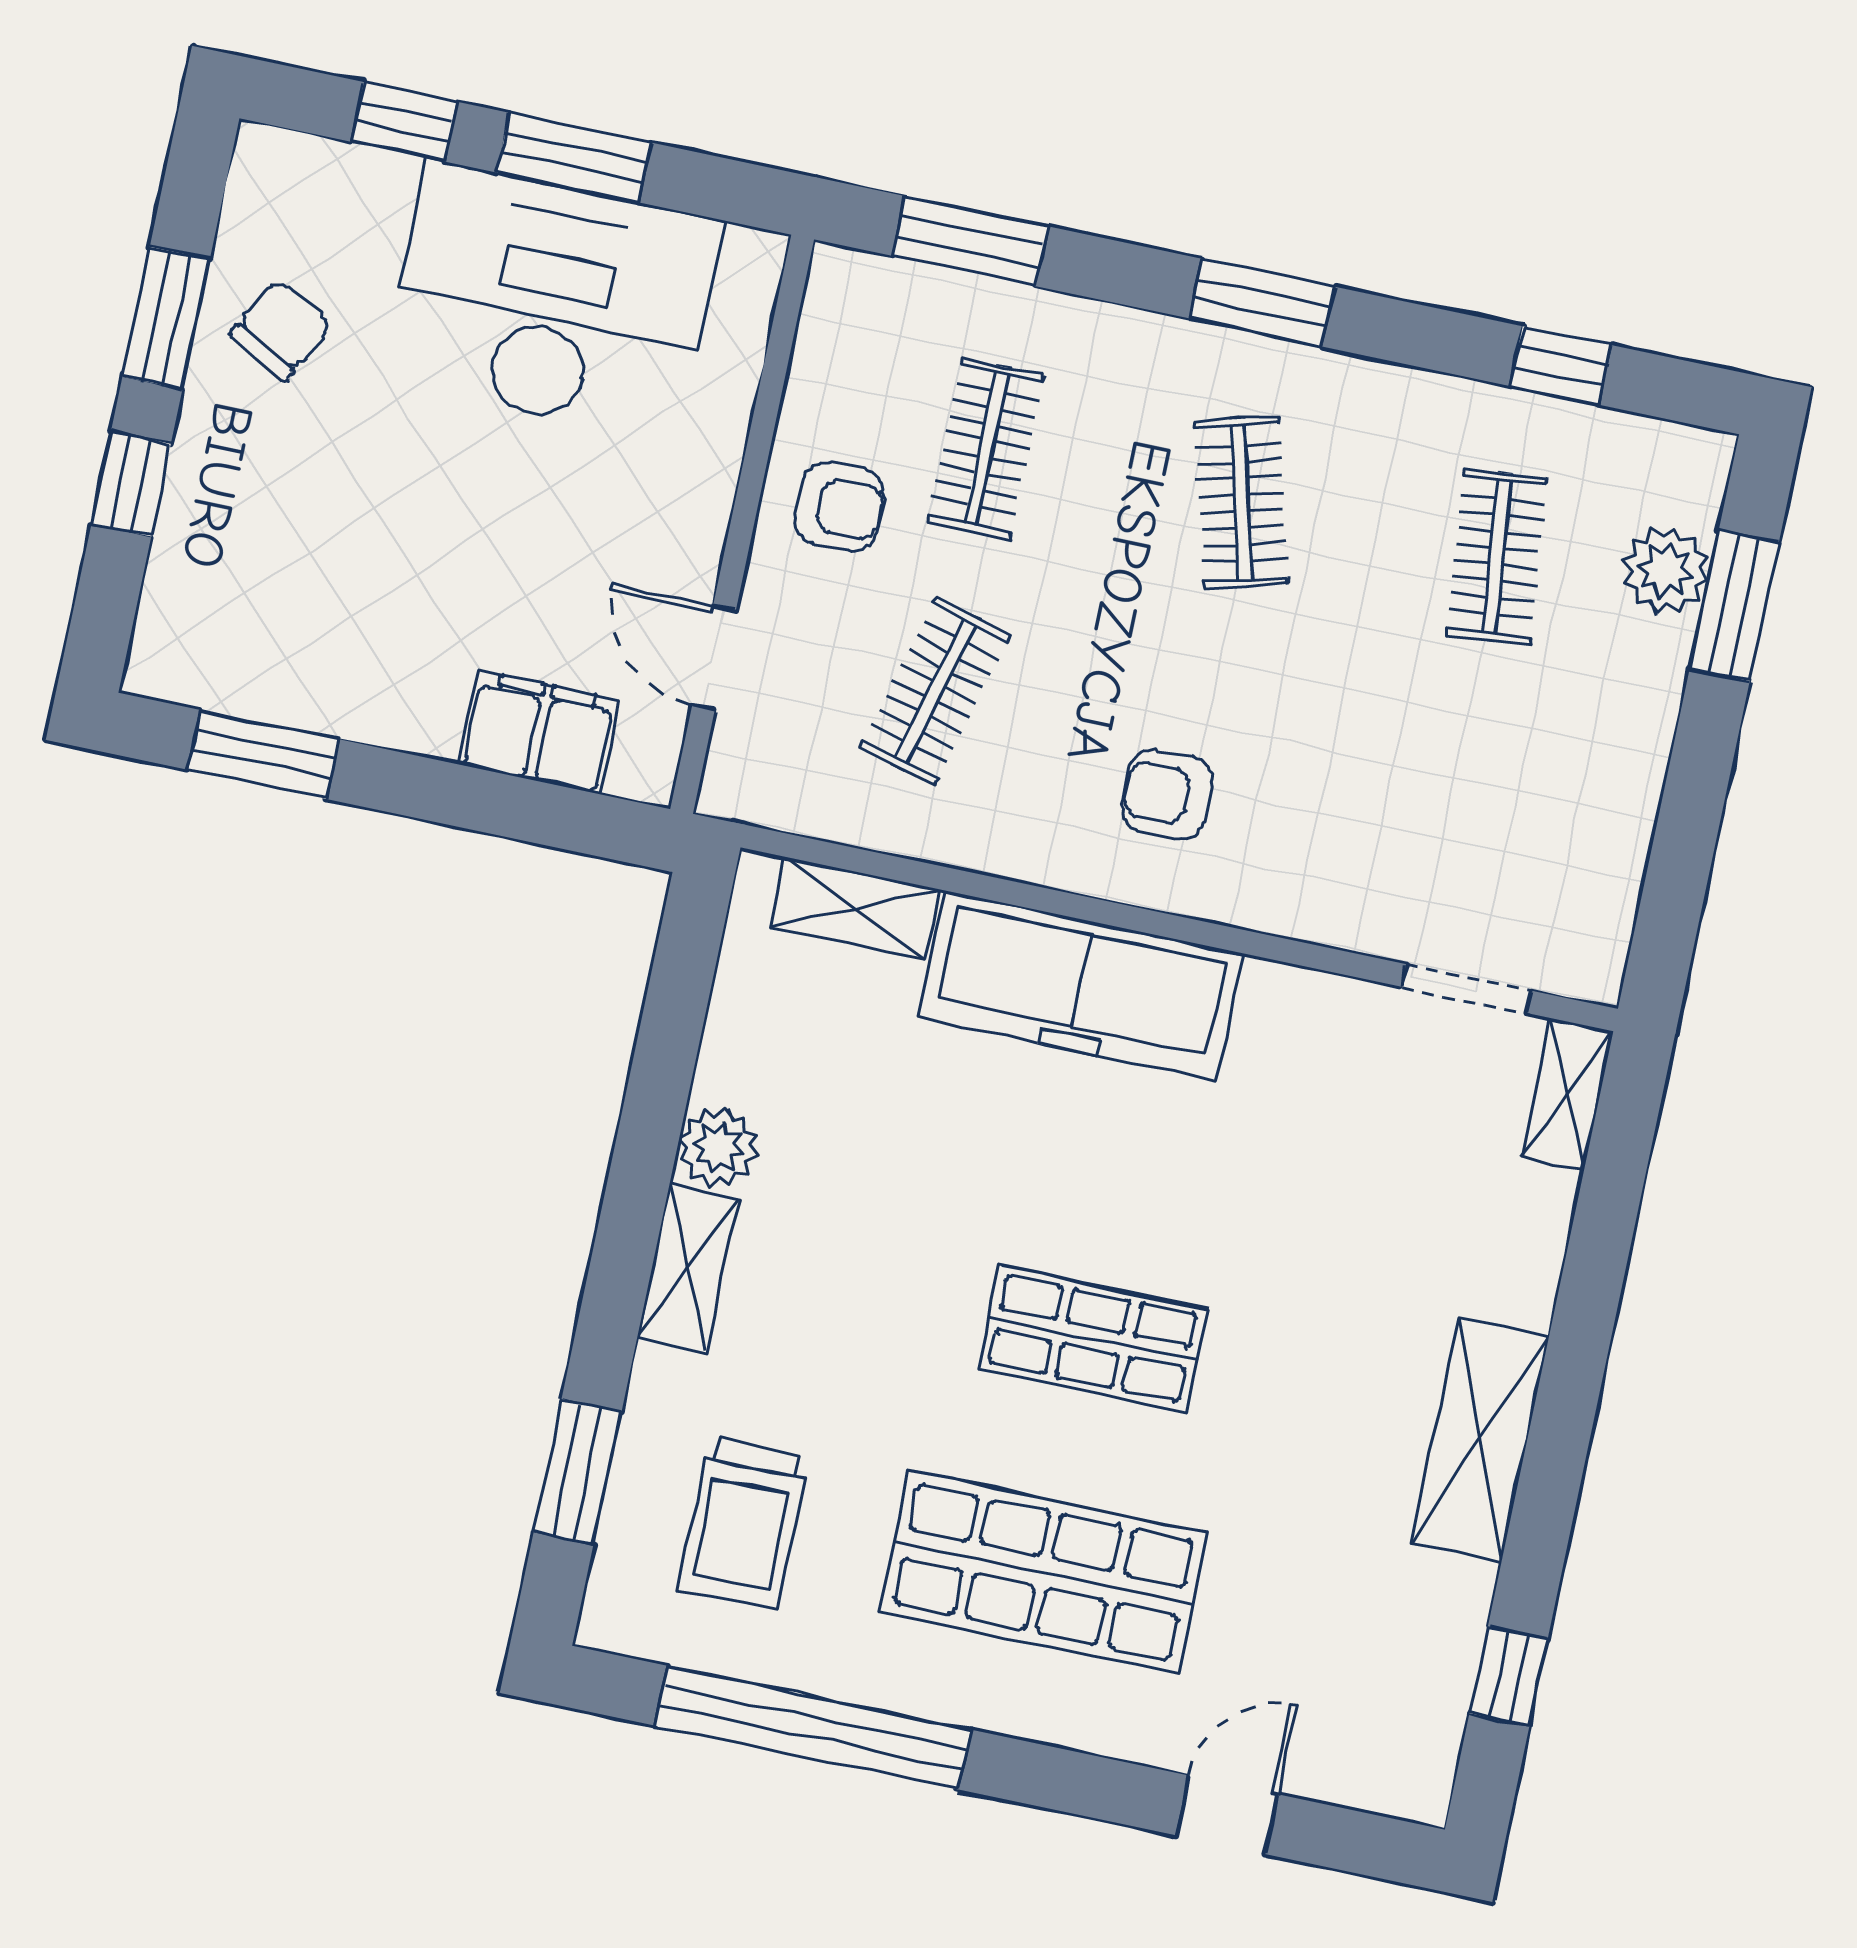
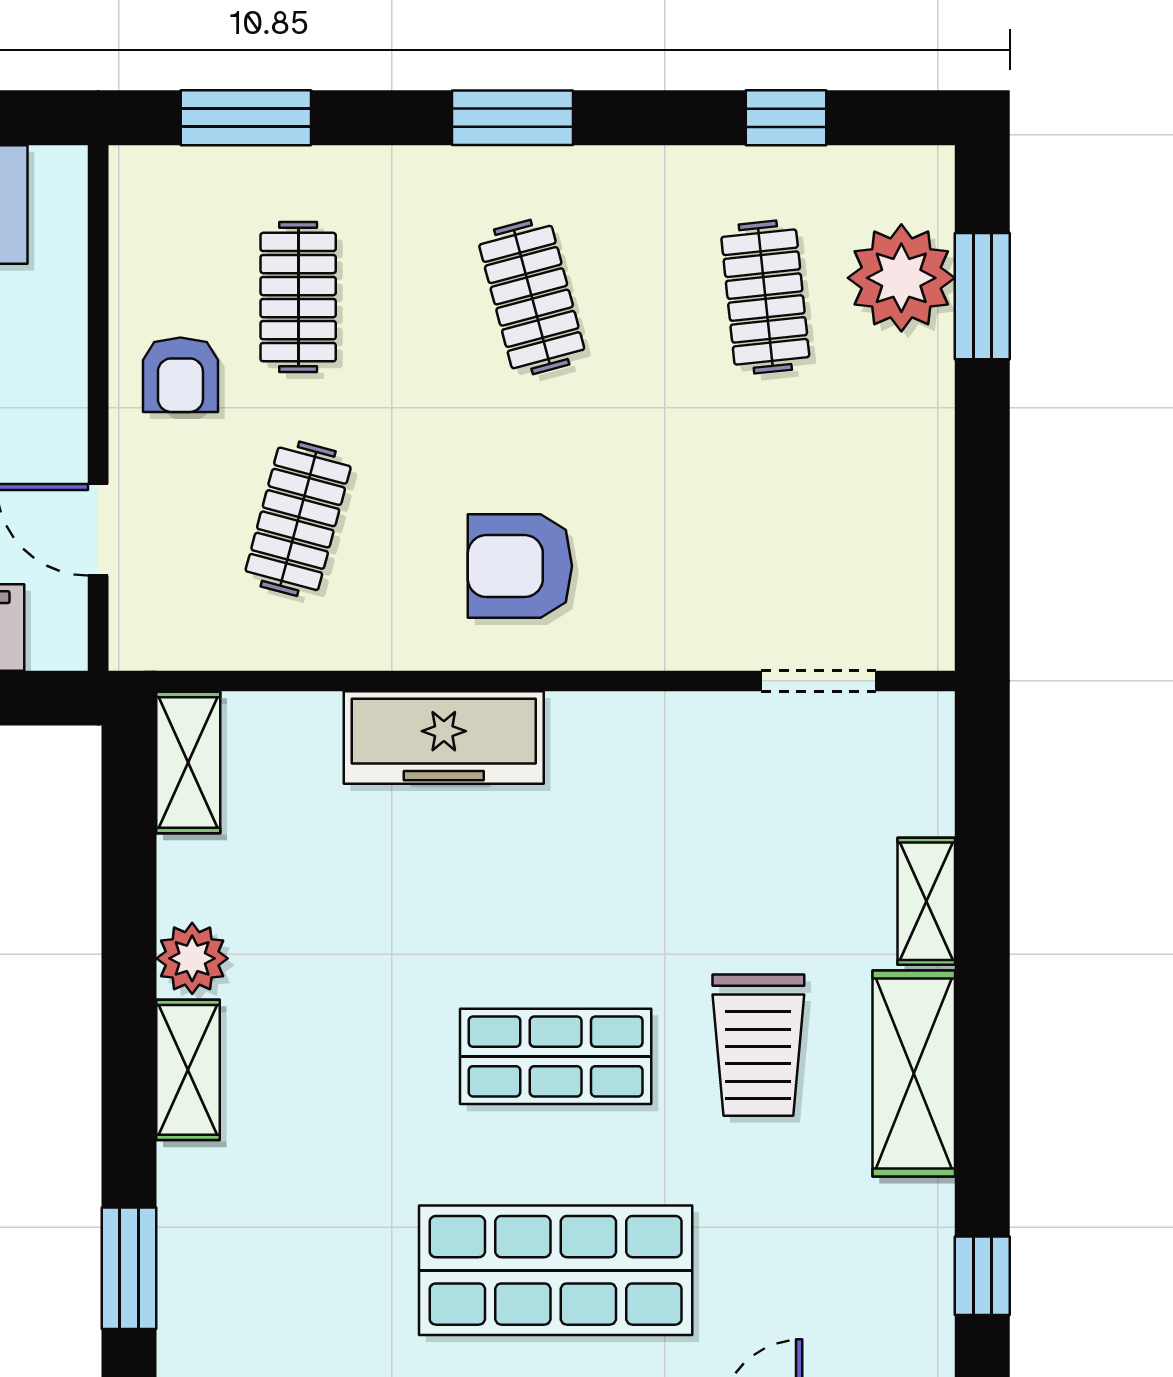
armchair: (840, 507) -> (180, 375), turned 90
plant: (1666, 570) -> (901, 278), width x1.36, depth x1.36
armchair: (1167, 794) -> (520, 566), width x1.38, depth x1.38
shelving: (855, 908) -> (188, 763), moved, turned 90
freezer: (1081, 986) -> (444, 738), width x0.73, depth x0.79
shelving: (1567, 1094) -> (926, 901), moved
trolley: (743, 1523) -> (758, 1045), moved

